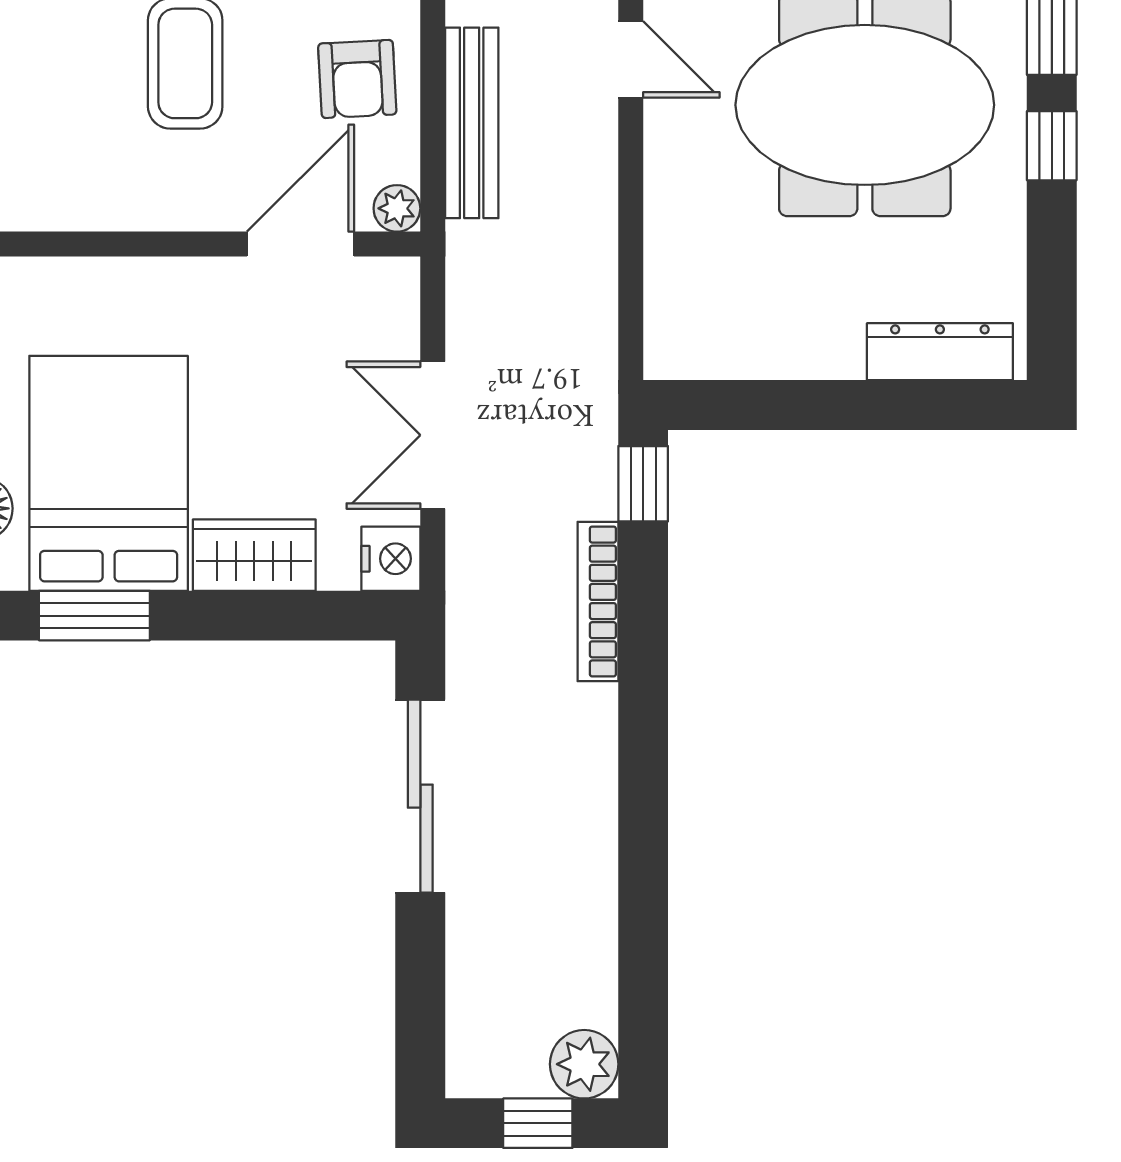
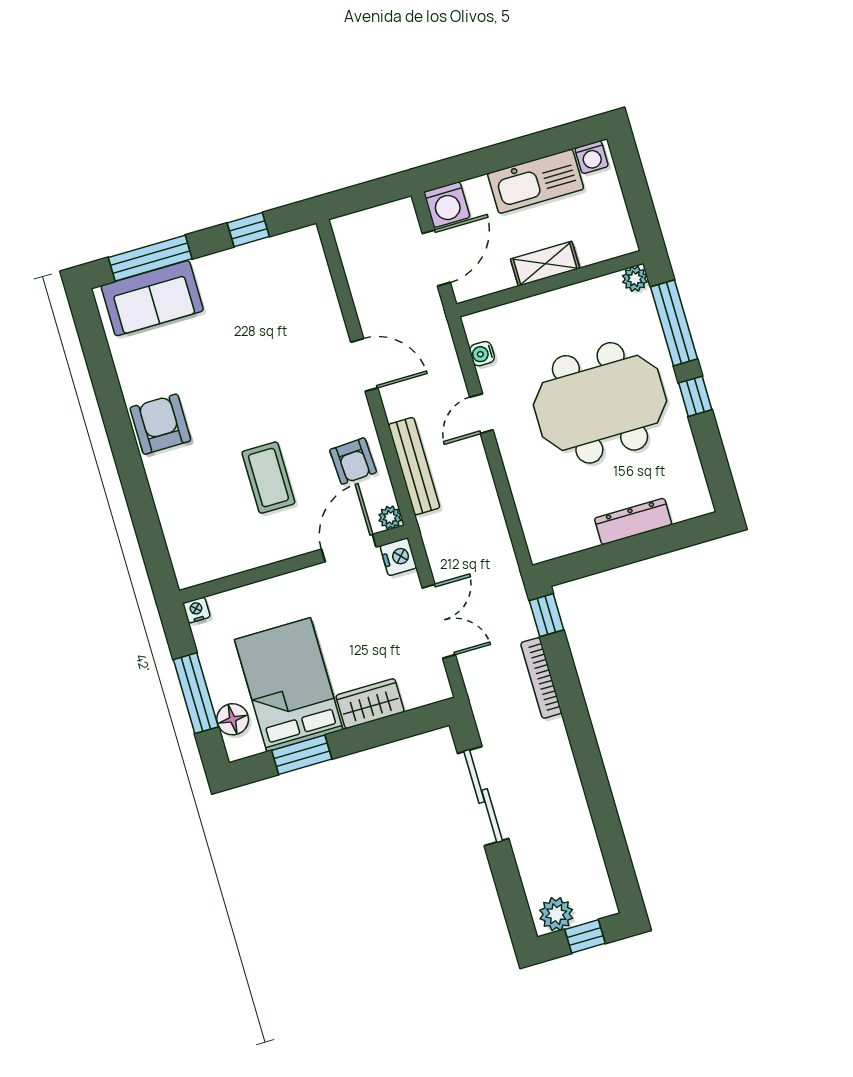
door: (631, 59) -> (481, 414), swing flipped
dresser: (940, 352) -> (633, 521), moved
double door: (433, 435) -> (439, 621), swing flipped
nightstand: (391, 559) -> (398, 557), moved
plant: (584, 1064) -> (556, 914), moved

